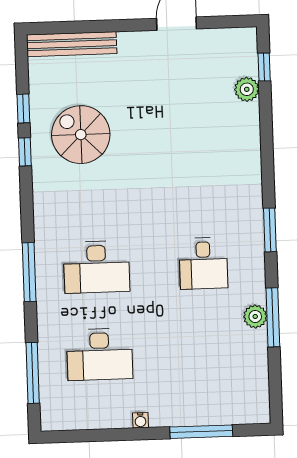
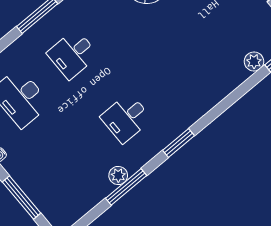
desk: (97, 267) -> (73, 54), width x0.73

